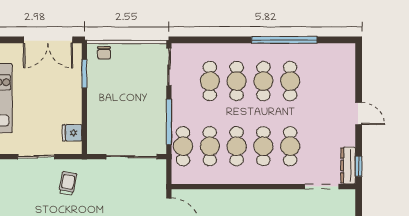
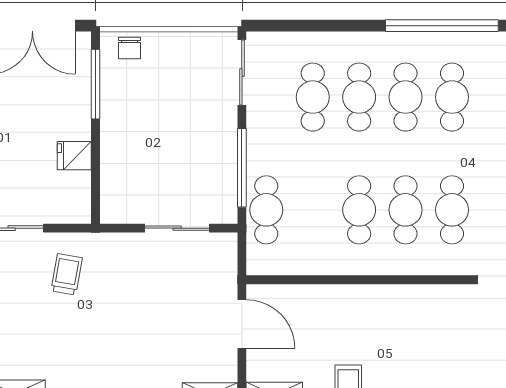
window: (84, 74) -> (96, 84), width x1.44
fridge: (72, 133) -> (74, 156), moved
cafe table: (210, 146) -> (313, 210), removed
sliding door: (132, 157) -> (177, 228), width x0.73

